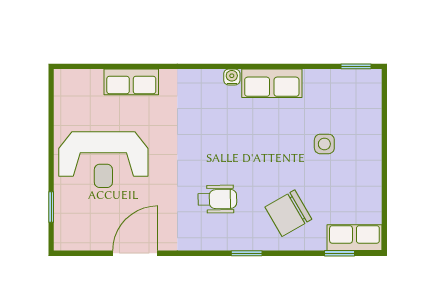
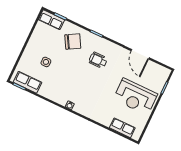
row of seats: (131, 82) -> (122, 128), moved
row of seats: (272, 83) -> (28, 82), moved
reception desk: (103, 160) -> (135, 97), turned 180
door: (135, 253) -> (140, 54), hinge flipped

